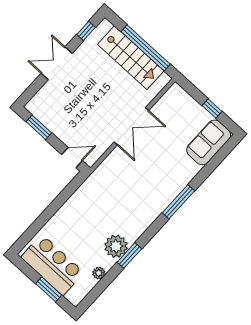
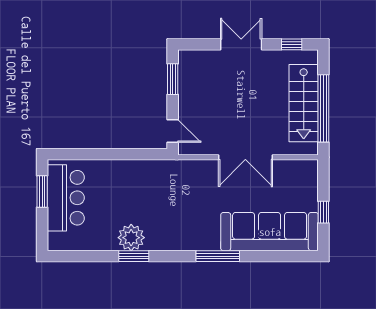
sofa: (209, 142) -> (270, 232), width x1.85, depth x1.27
plant: (99, 273) -> (95, 244), removed
window: (49, 289) -> (42, 192), moved

